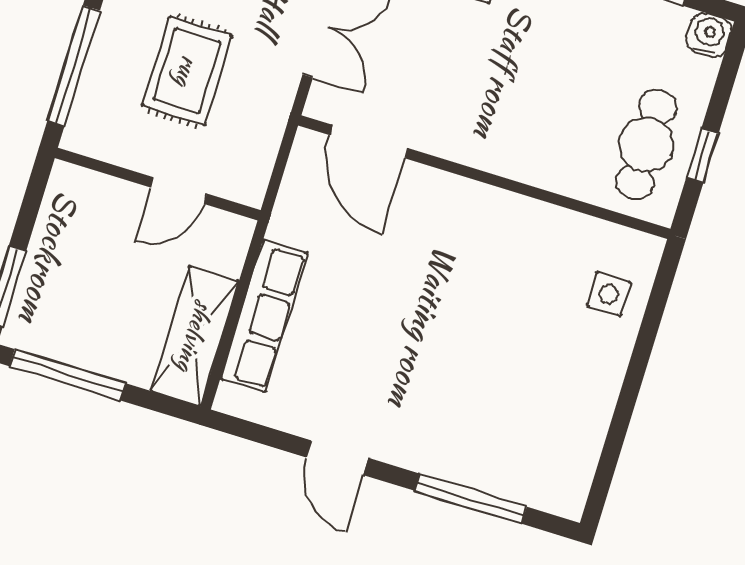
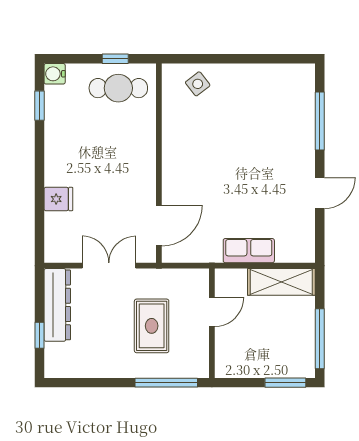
rug: (187, 71) -> (152, 326), turned 90
door: (179, 190) -> (212, 312), hinge flipped
side table: (609, 294) -> (198, 84), turned -38
row of seats: (264, 316) -> (249, 251), width x0.68

